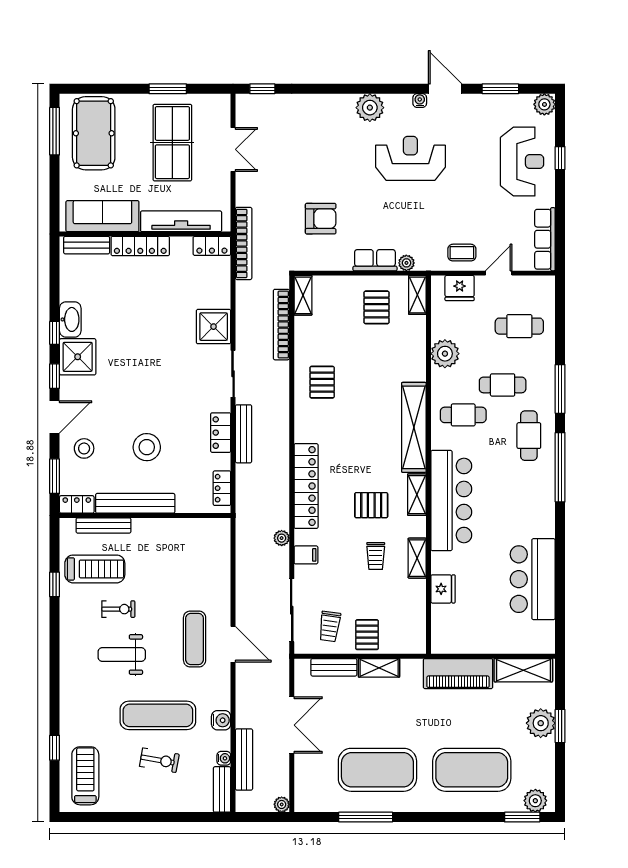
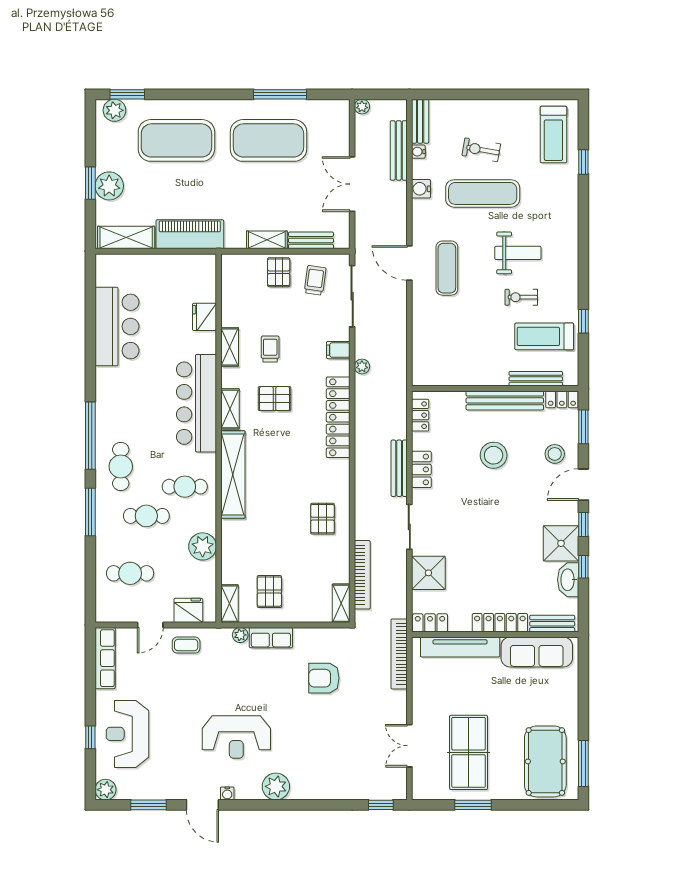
sofa: (102, 216) -> (537, 652), moved
tv unit: (181, 221) -> (460, 647), moved
wall: (145, 234) -> (495, 635), moved
bench: (87, 245) -> (552, 624), moved
locker: (140, 246) -> (500, 623), moved
locker: (212, 246) -> (430, 623), moved

